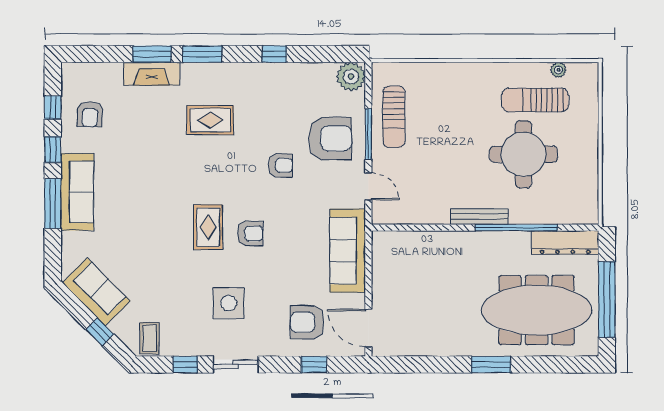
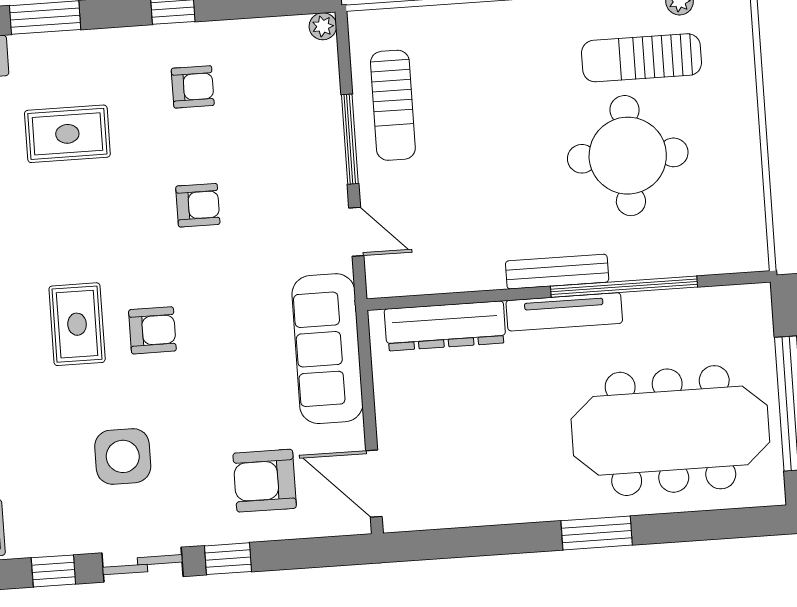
plant: (351, 77) -> (323, 26), width x0.53, depth x0.53
armchair: (330, 138) -> (193, 87), moved, width x0.53, depth x0.53
tv unit: (482, 239) -> (564, 312), added
dresser: (565, 243) -> (445, 326), moved
window: (314, 365) -> (228, 559), moved

